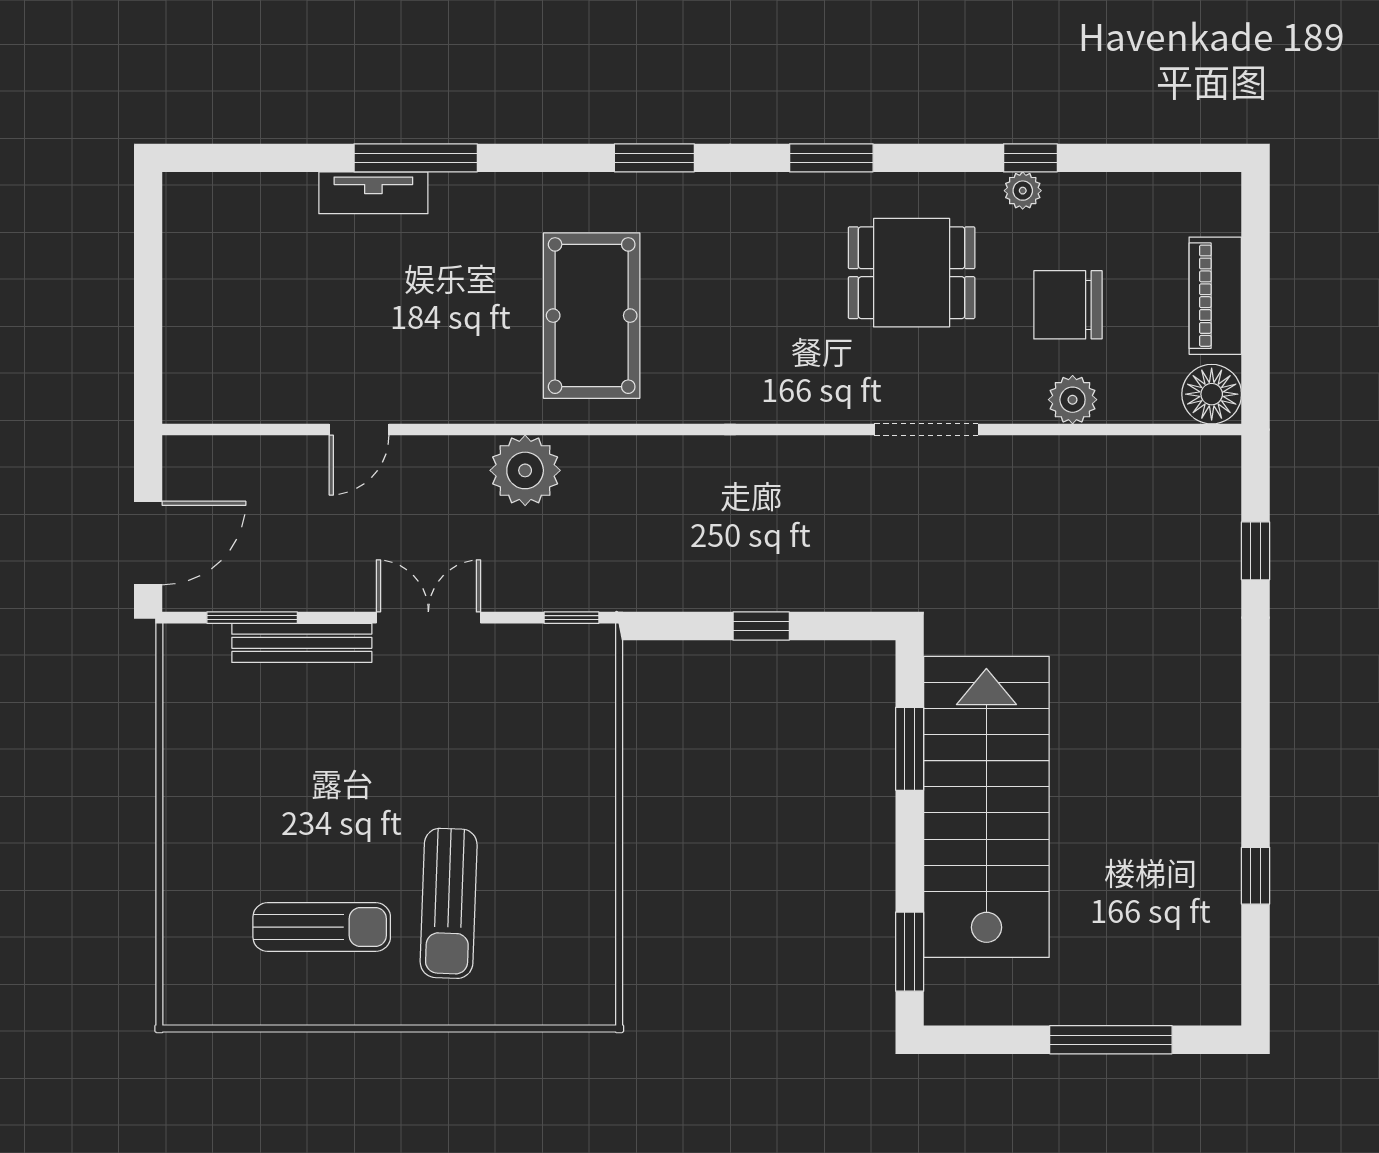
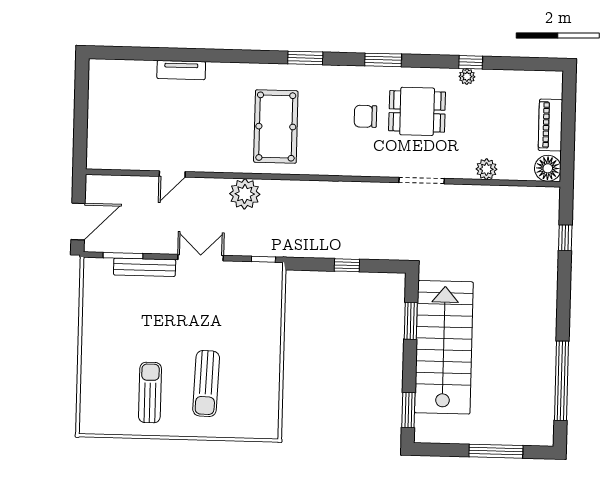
window: (416, 158) -> (200, 55), removed
chair: (1068, 305) -> (365, 116), moved, width x0.73, depth x0.73
window: (1256, 876) -> (562, 381), width x3.17
sun lounger: (322, 927) -> (150, 392), turned -90

